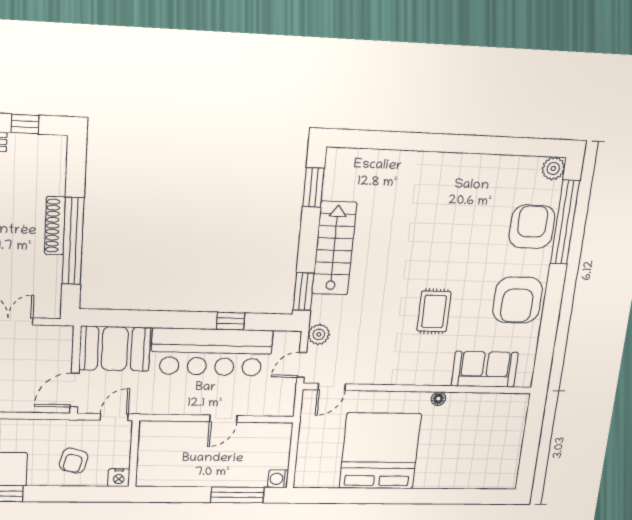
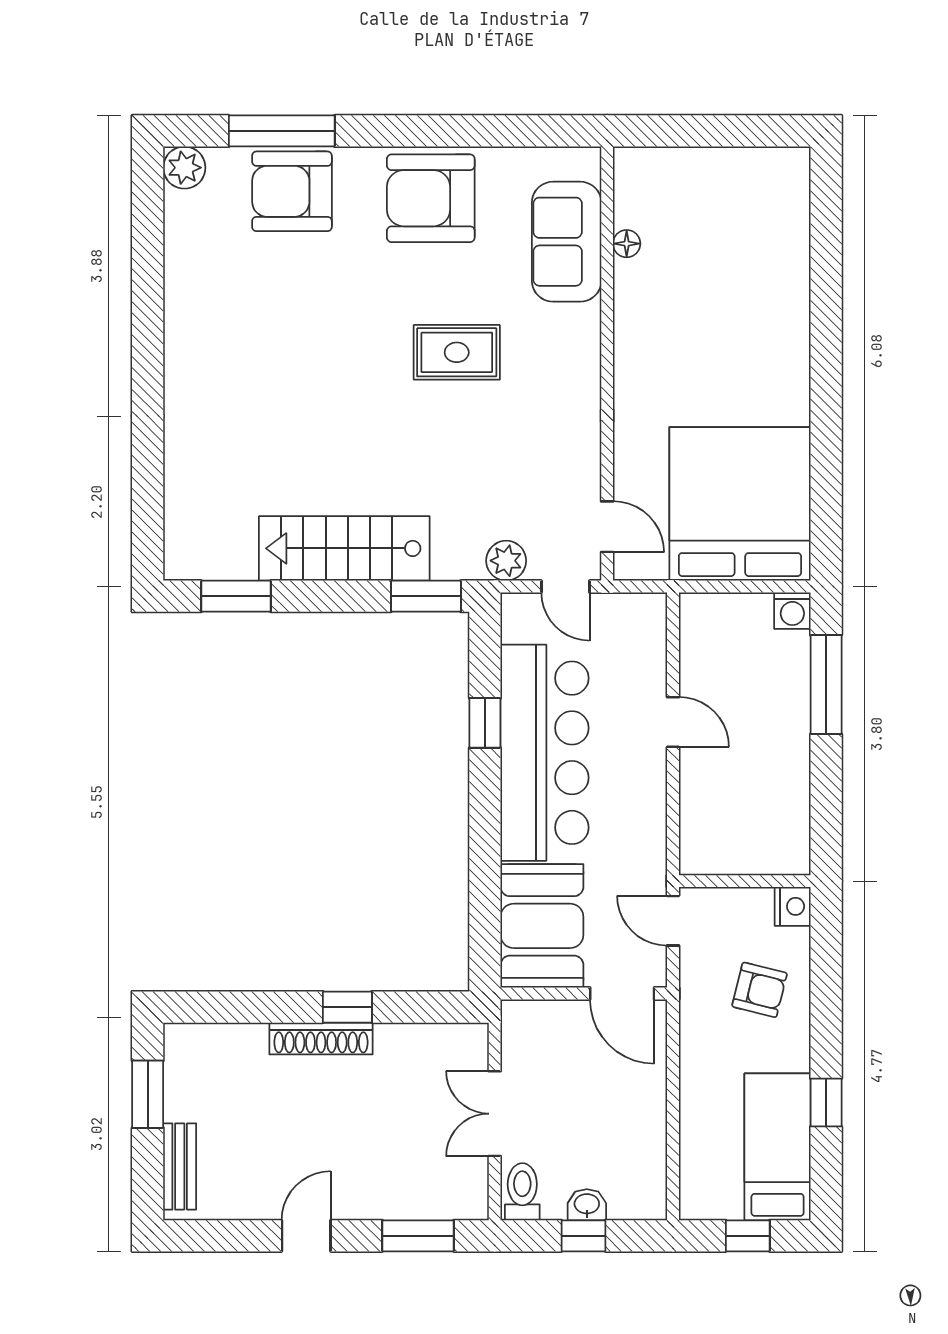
window: (25, 124) -> (148, 1094), width x1.50
window: (565, 222) -> (282, 131), width x0.68
window: (73, 241) -> (347, 1007), width x0.32
armchair: (517, 300) -> (431, 198), turned 180
floor lamp: (438, 399) -> (627, 244), moved
bed: (380, 451) -> (740, 504), moved, turned 90

